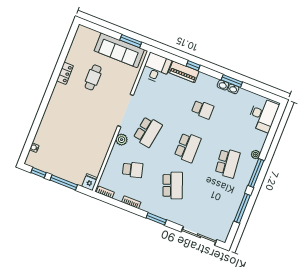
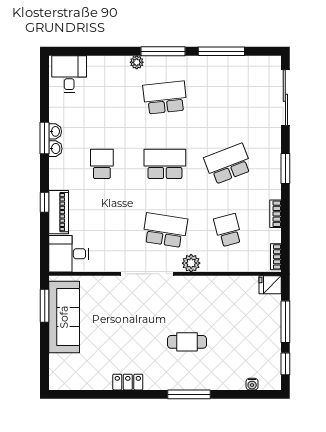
cafe table: (93, 77) -> (187, 342), moved
window: (43, 107) -> (189, 394), added
desk: (263, 115) -> (69, 74), width x0.73

